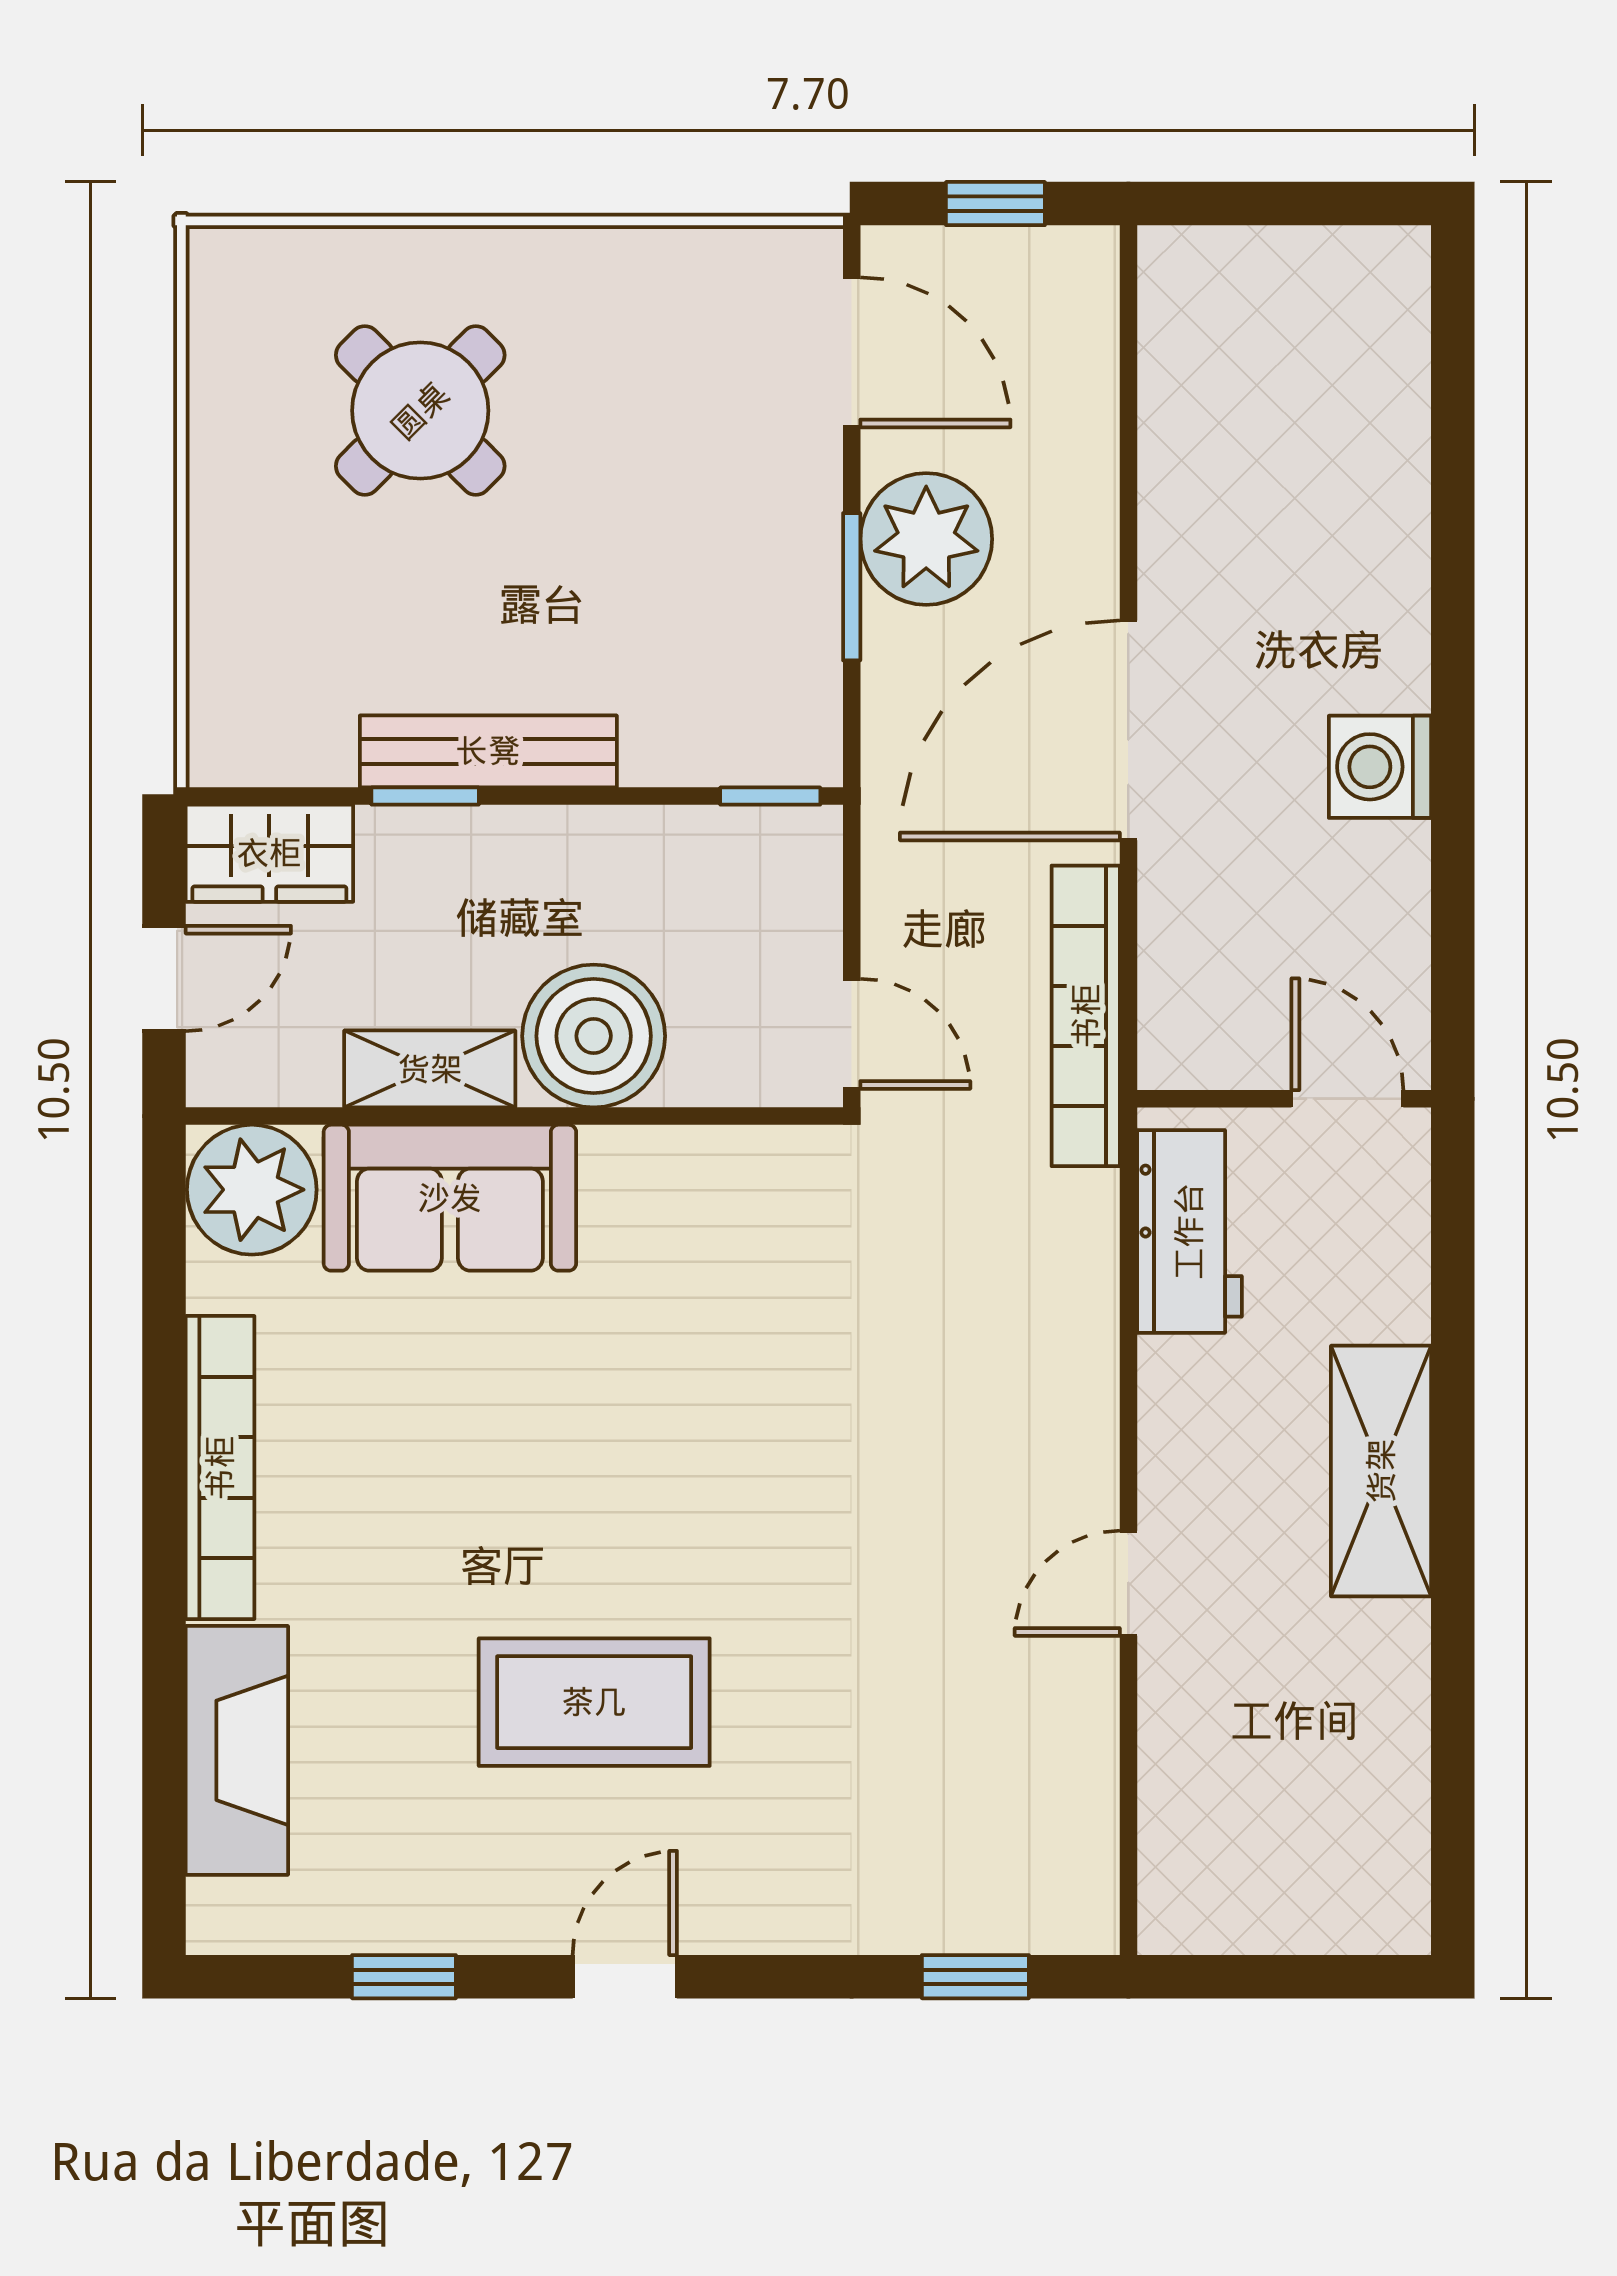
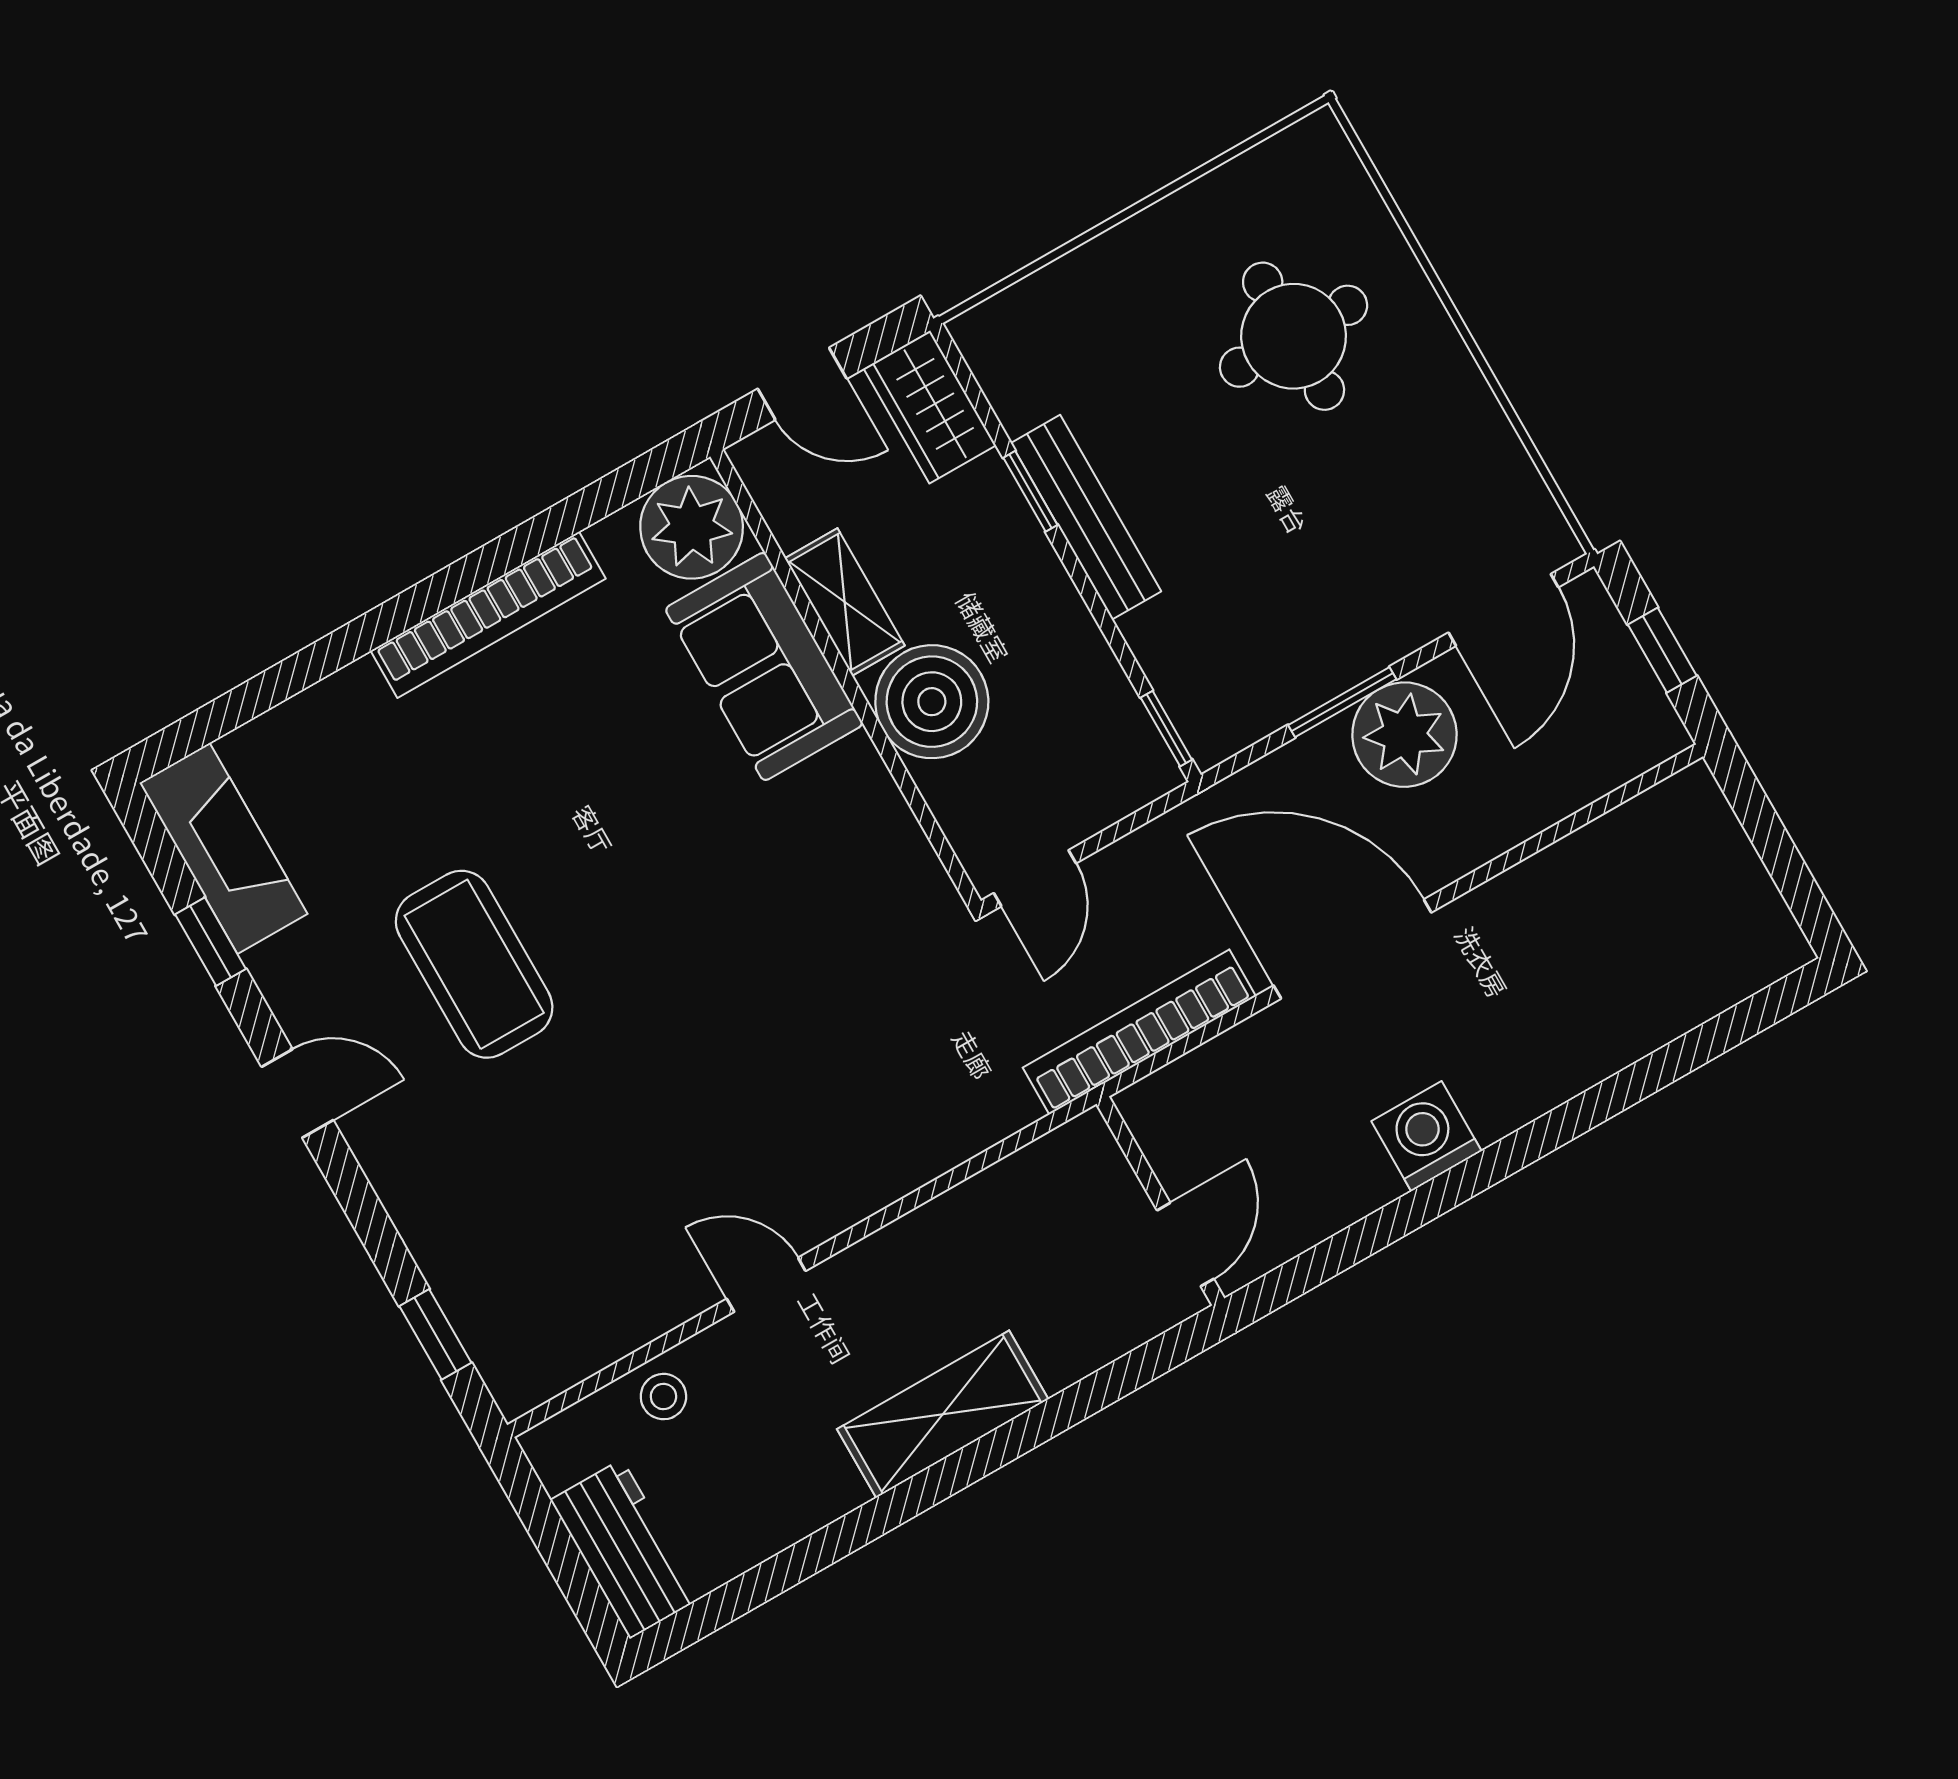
round table: (420, 411) -> (1294, 336), turned 45
workbench: (1189, 1231) -> (626, 1549), moved, turned -90
fireplace: (237, 1750) -> (224, 848), moved, turned -90
stool: (1186, 1766) -> (663, 1397), added

